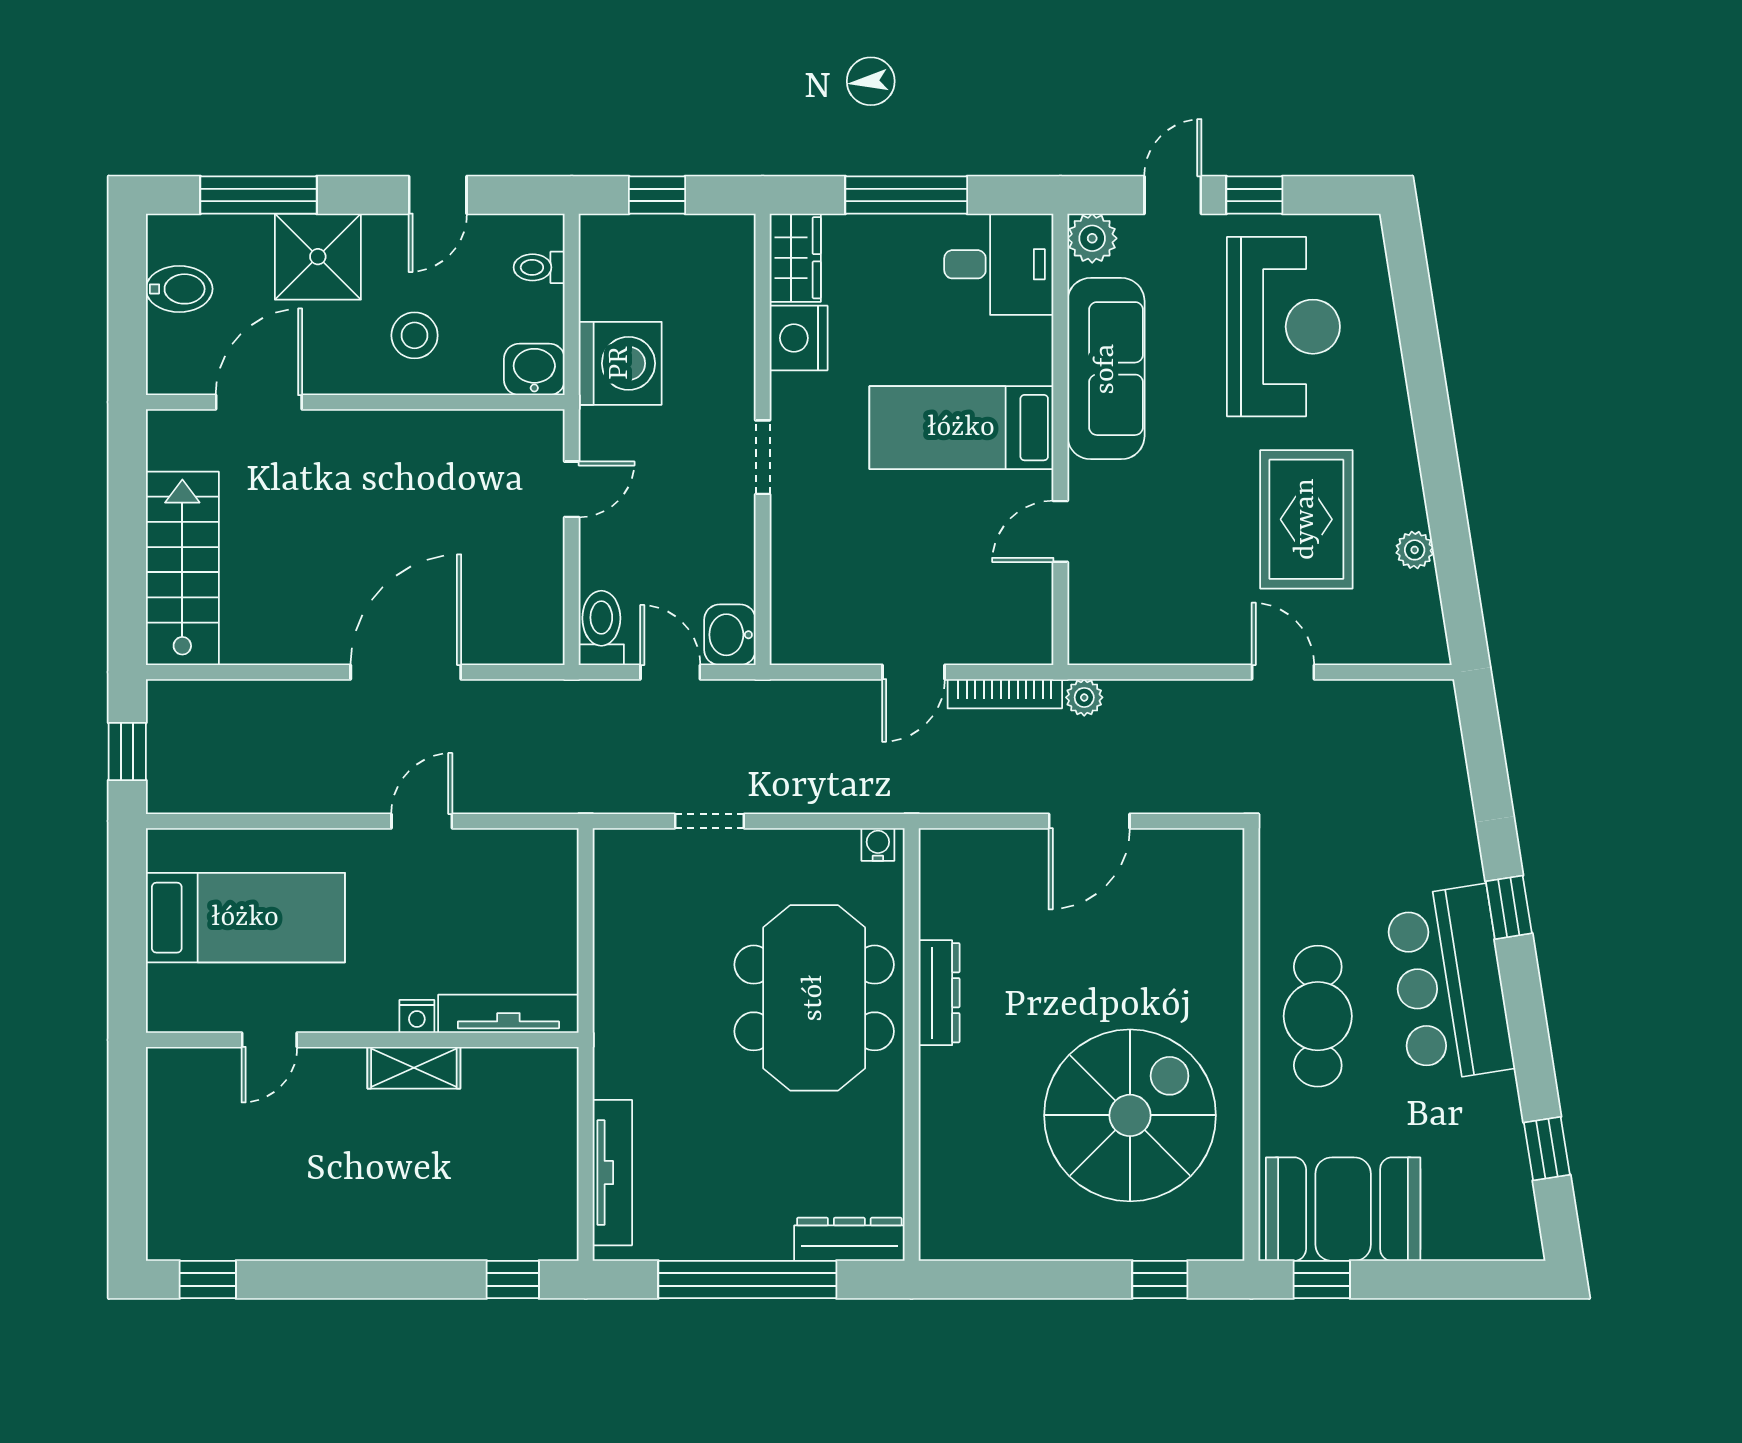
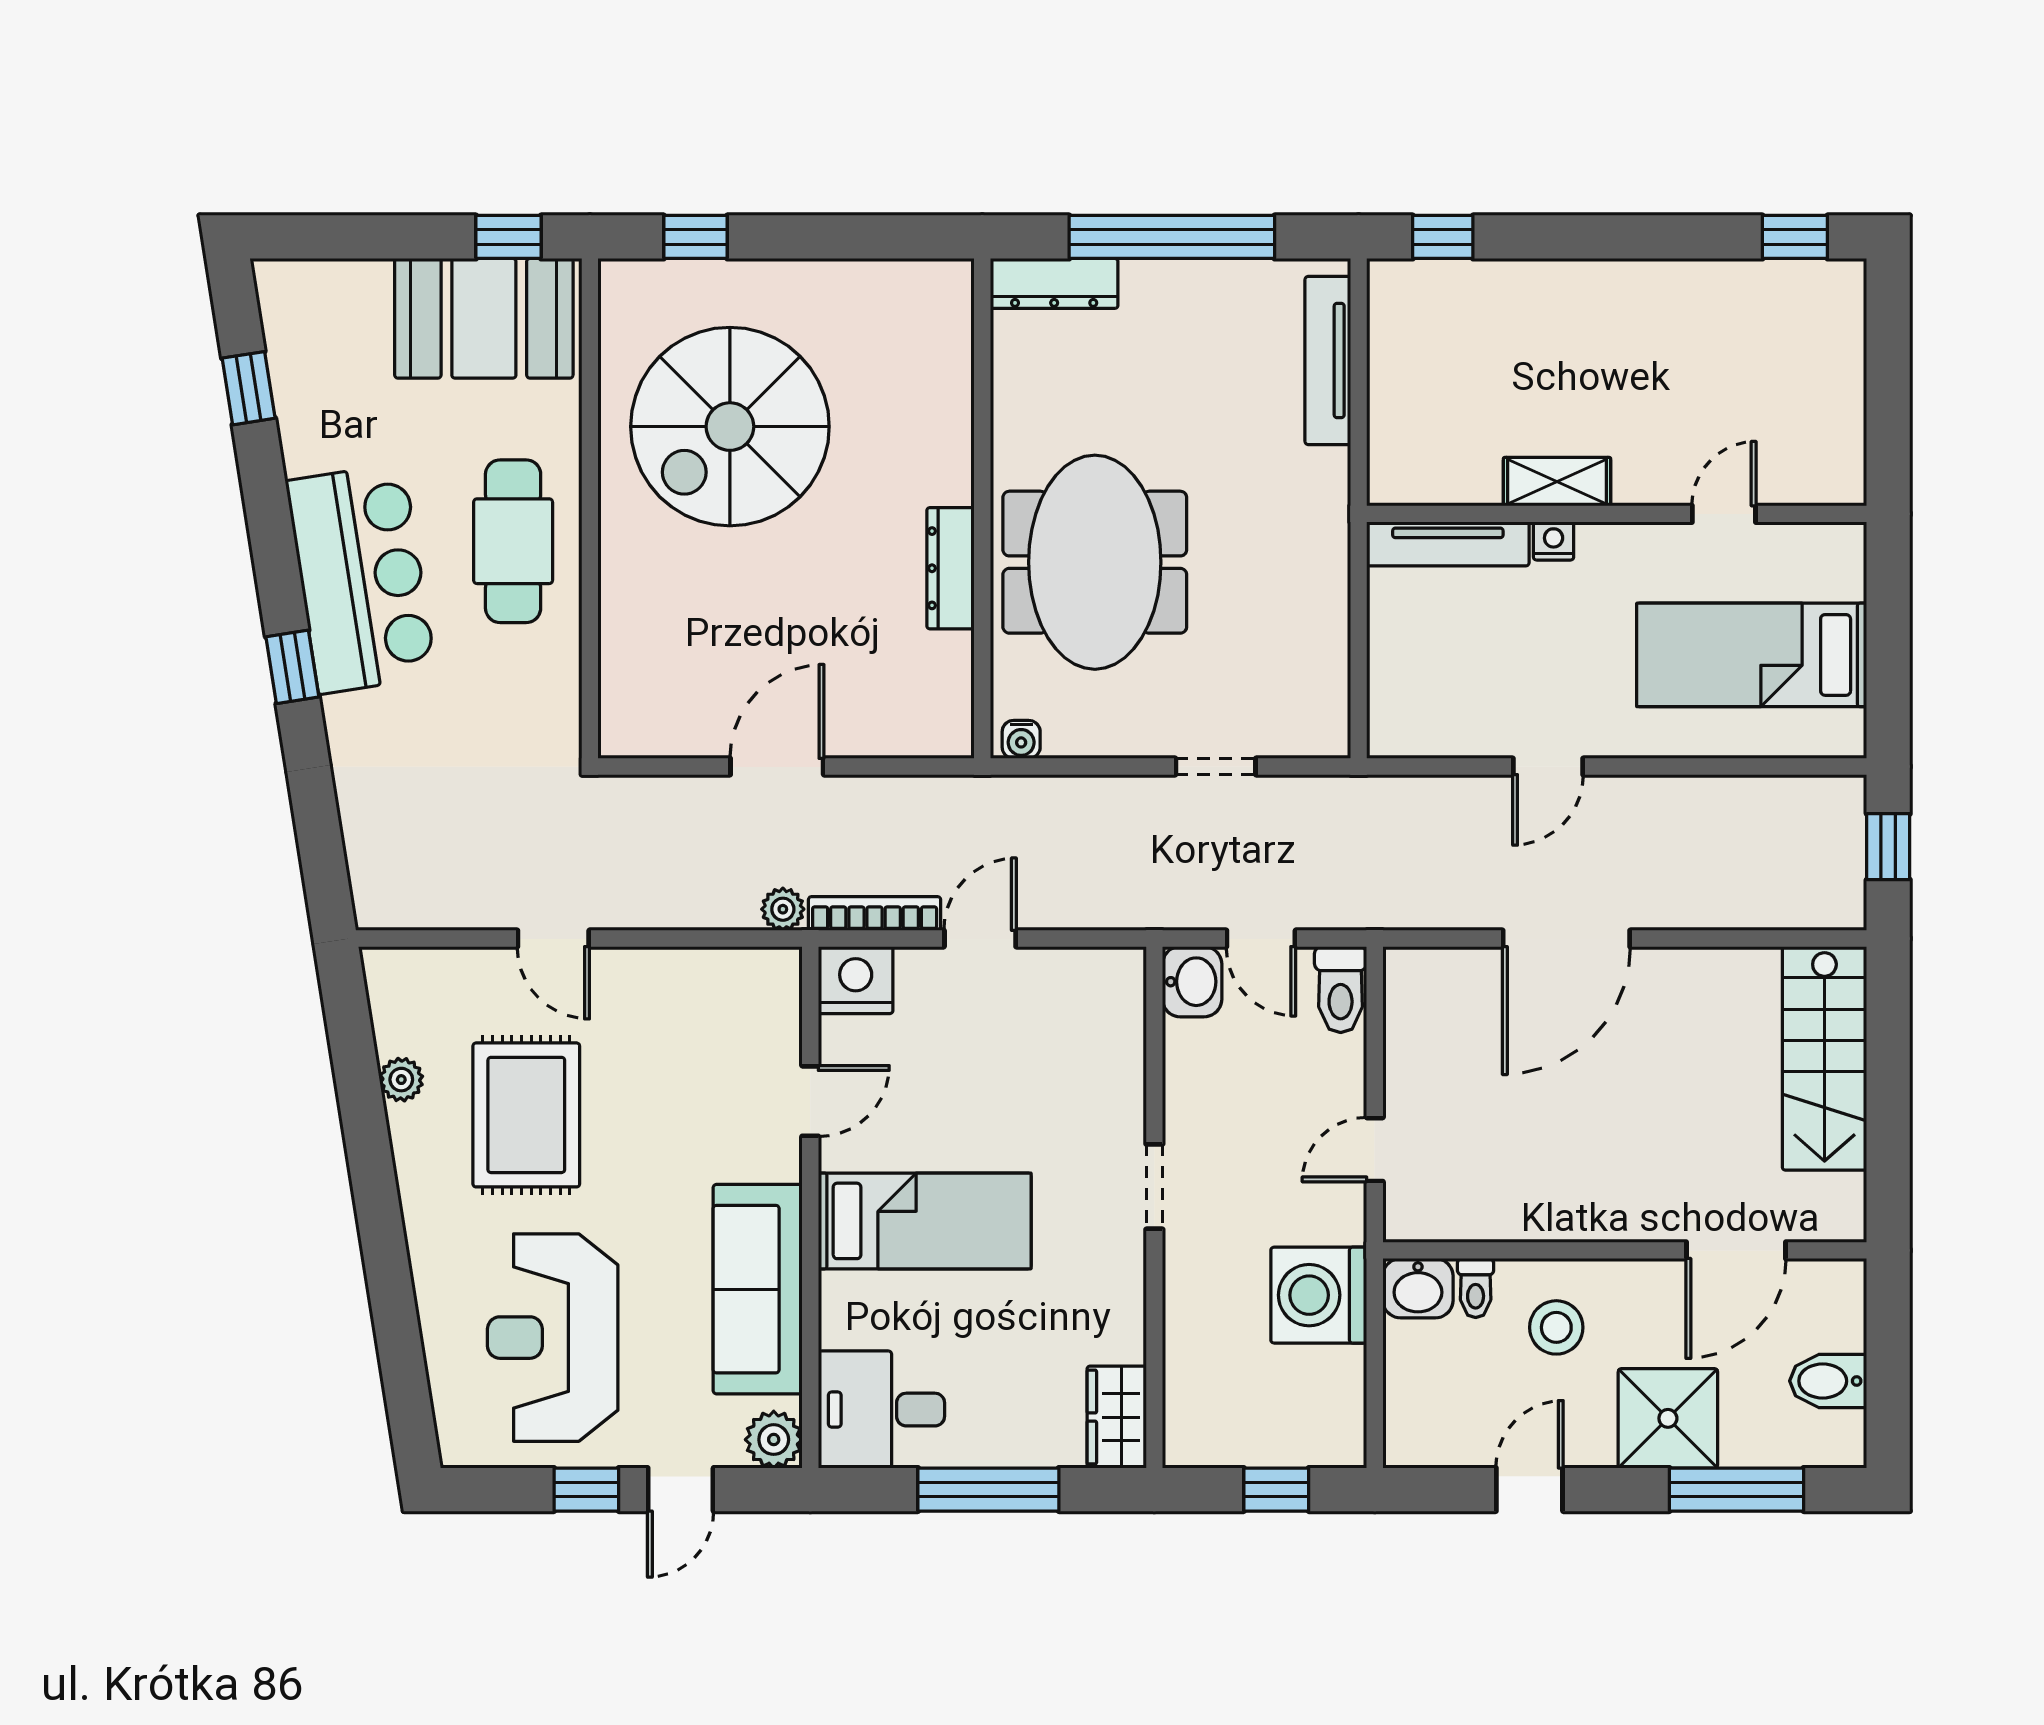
toilet: (539, 267) -> (1476, 1288), moved, turned 90
nightstand: (799, 338) -> (856, 980), moved, turned -90

